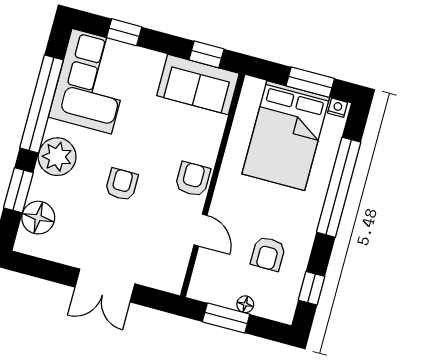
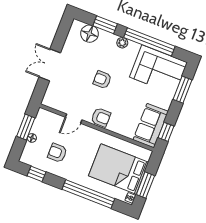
window: (124, 32) -> (182, 90), width x1.50
plant: (57, 157) -> (122, 43), width x0.53, depth x0.53
armchair: (122, 184) -> (102, 80), turned 180

